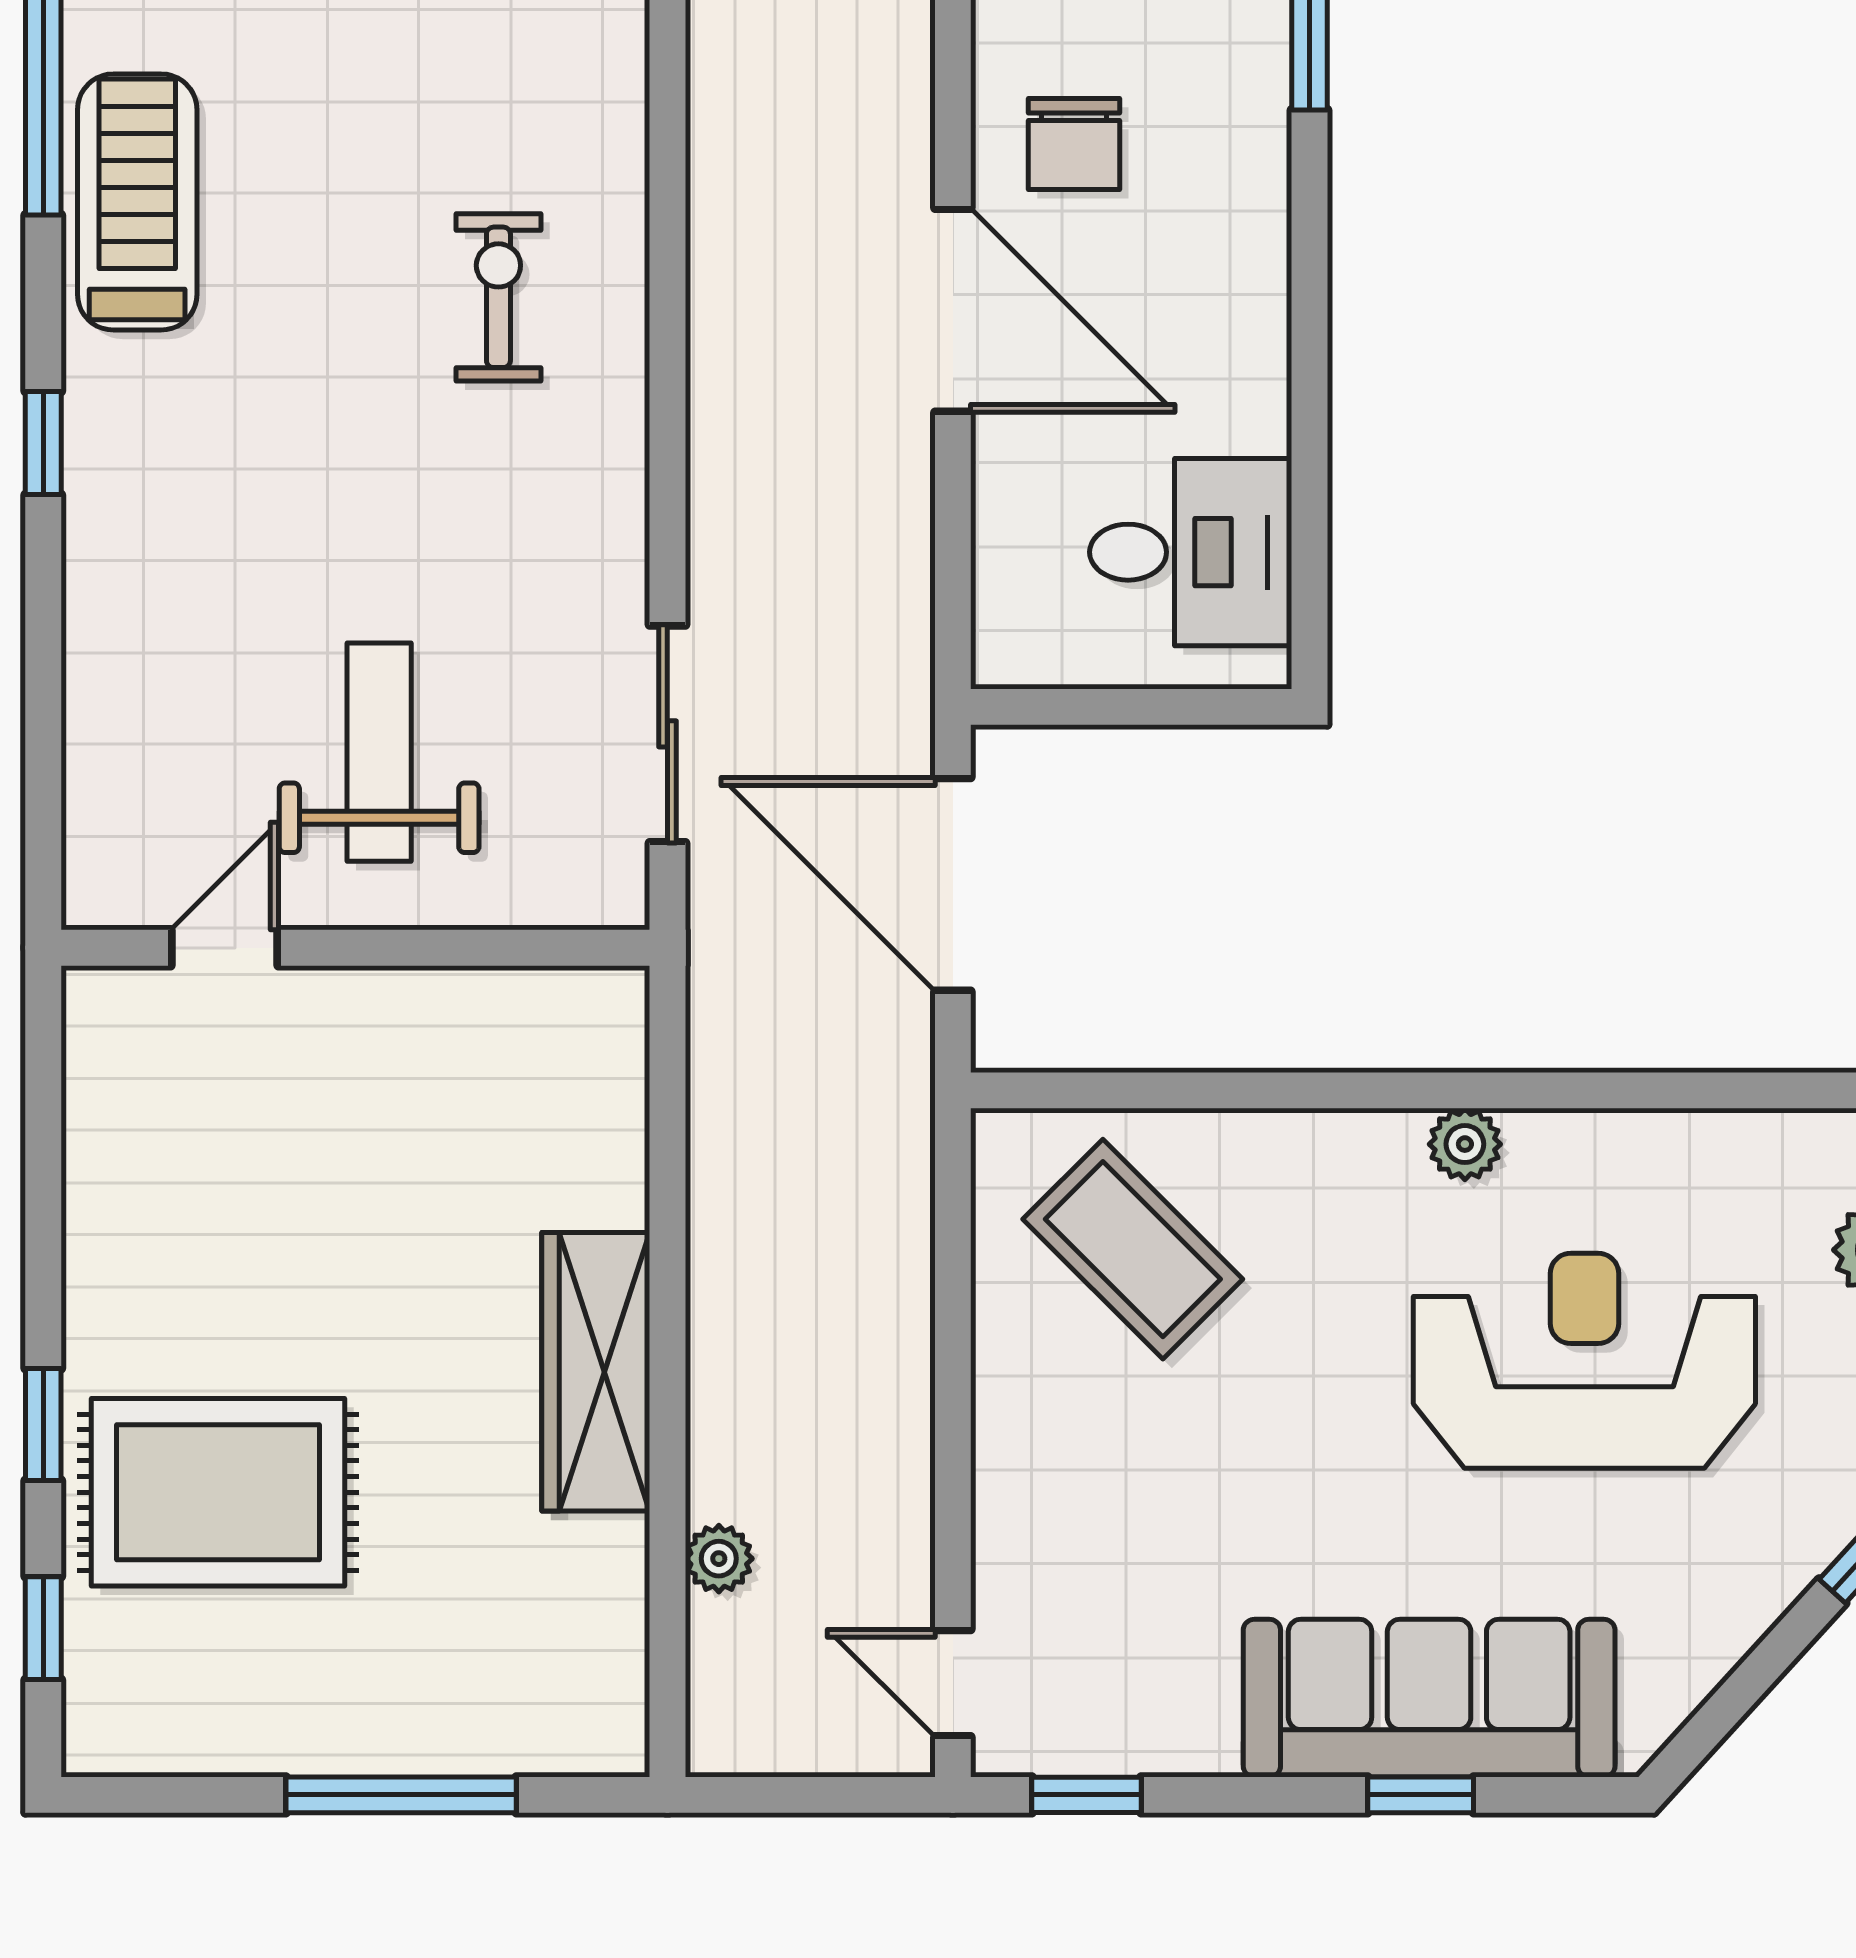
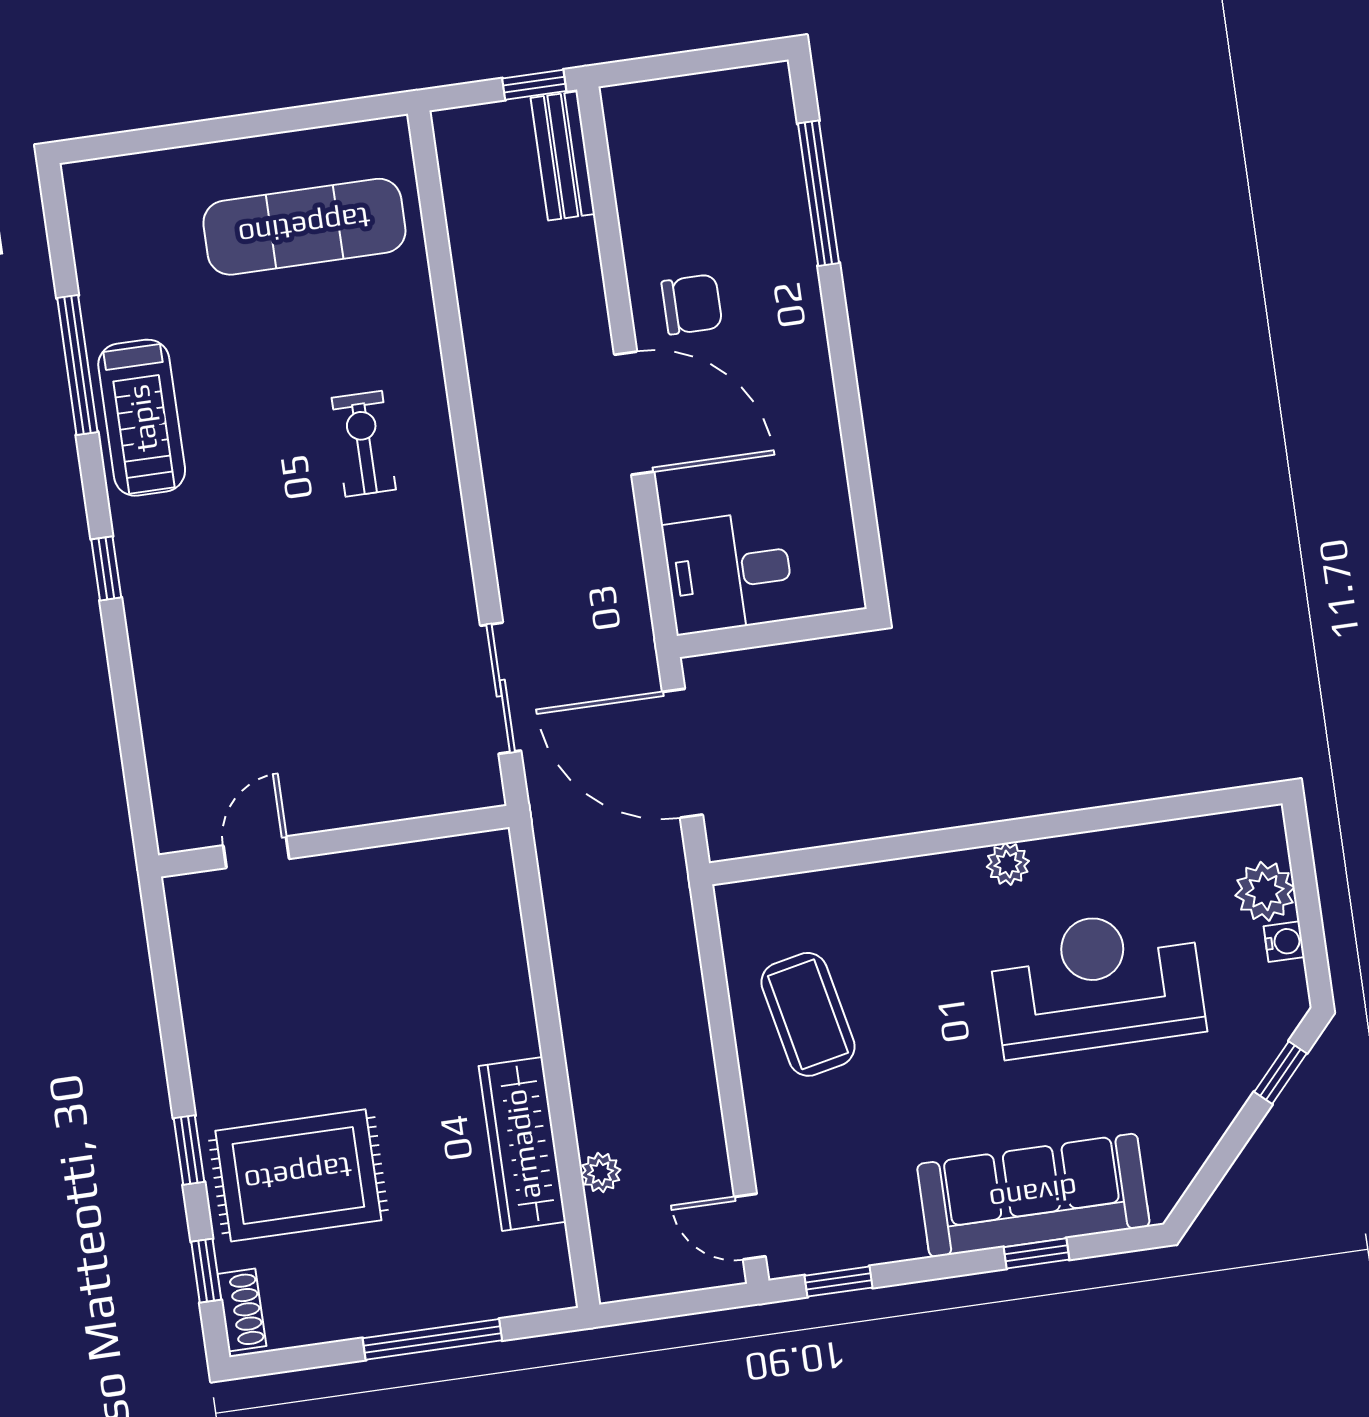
chair: (1074, 144) -> (692, 304), turned -90
treadmill: (137, 202) -> (142, 418), turned 180
desk: (1191, 552) -> (729, 572), moved, turned 180
weight bench: (379, 752) -> (331, 723), removed
coffee table: (1133, 1249) -> (808, 1014), moved, turned 33
wardrobe: (596, 1372) -> (522, 1144), moved
shoe rack: (93, 1702) -> (242, 1310), added

